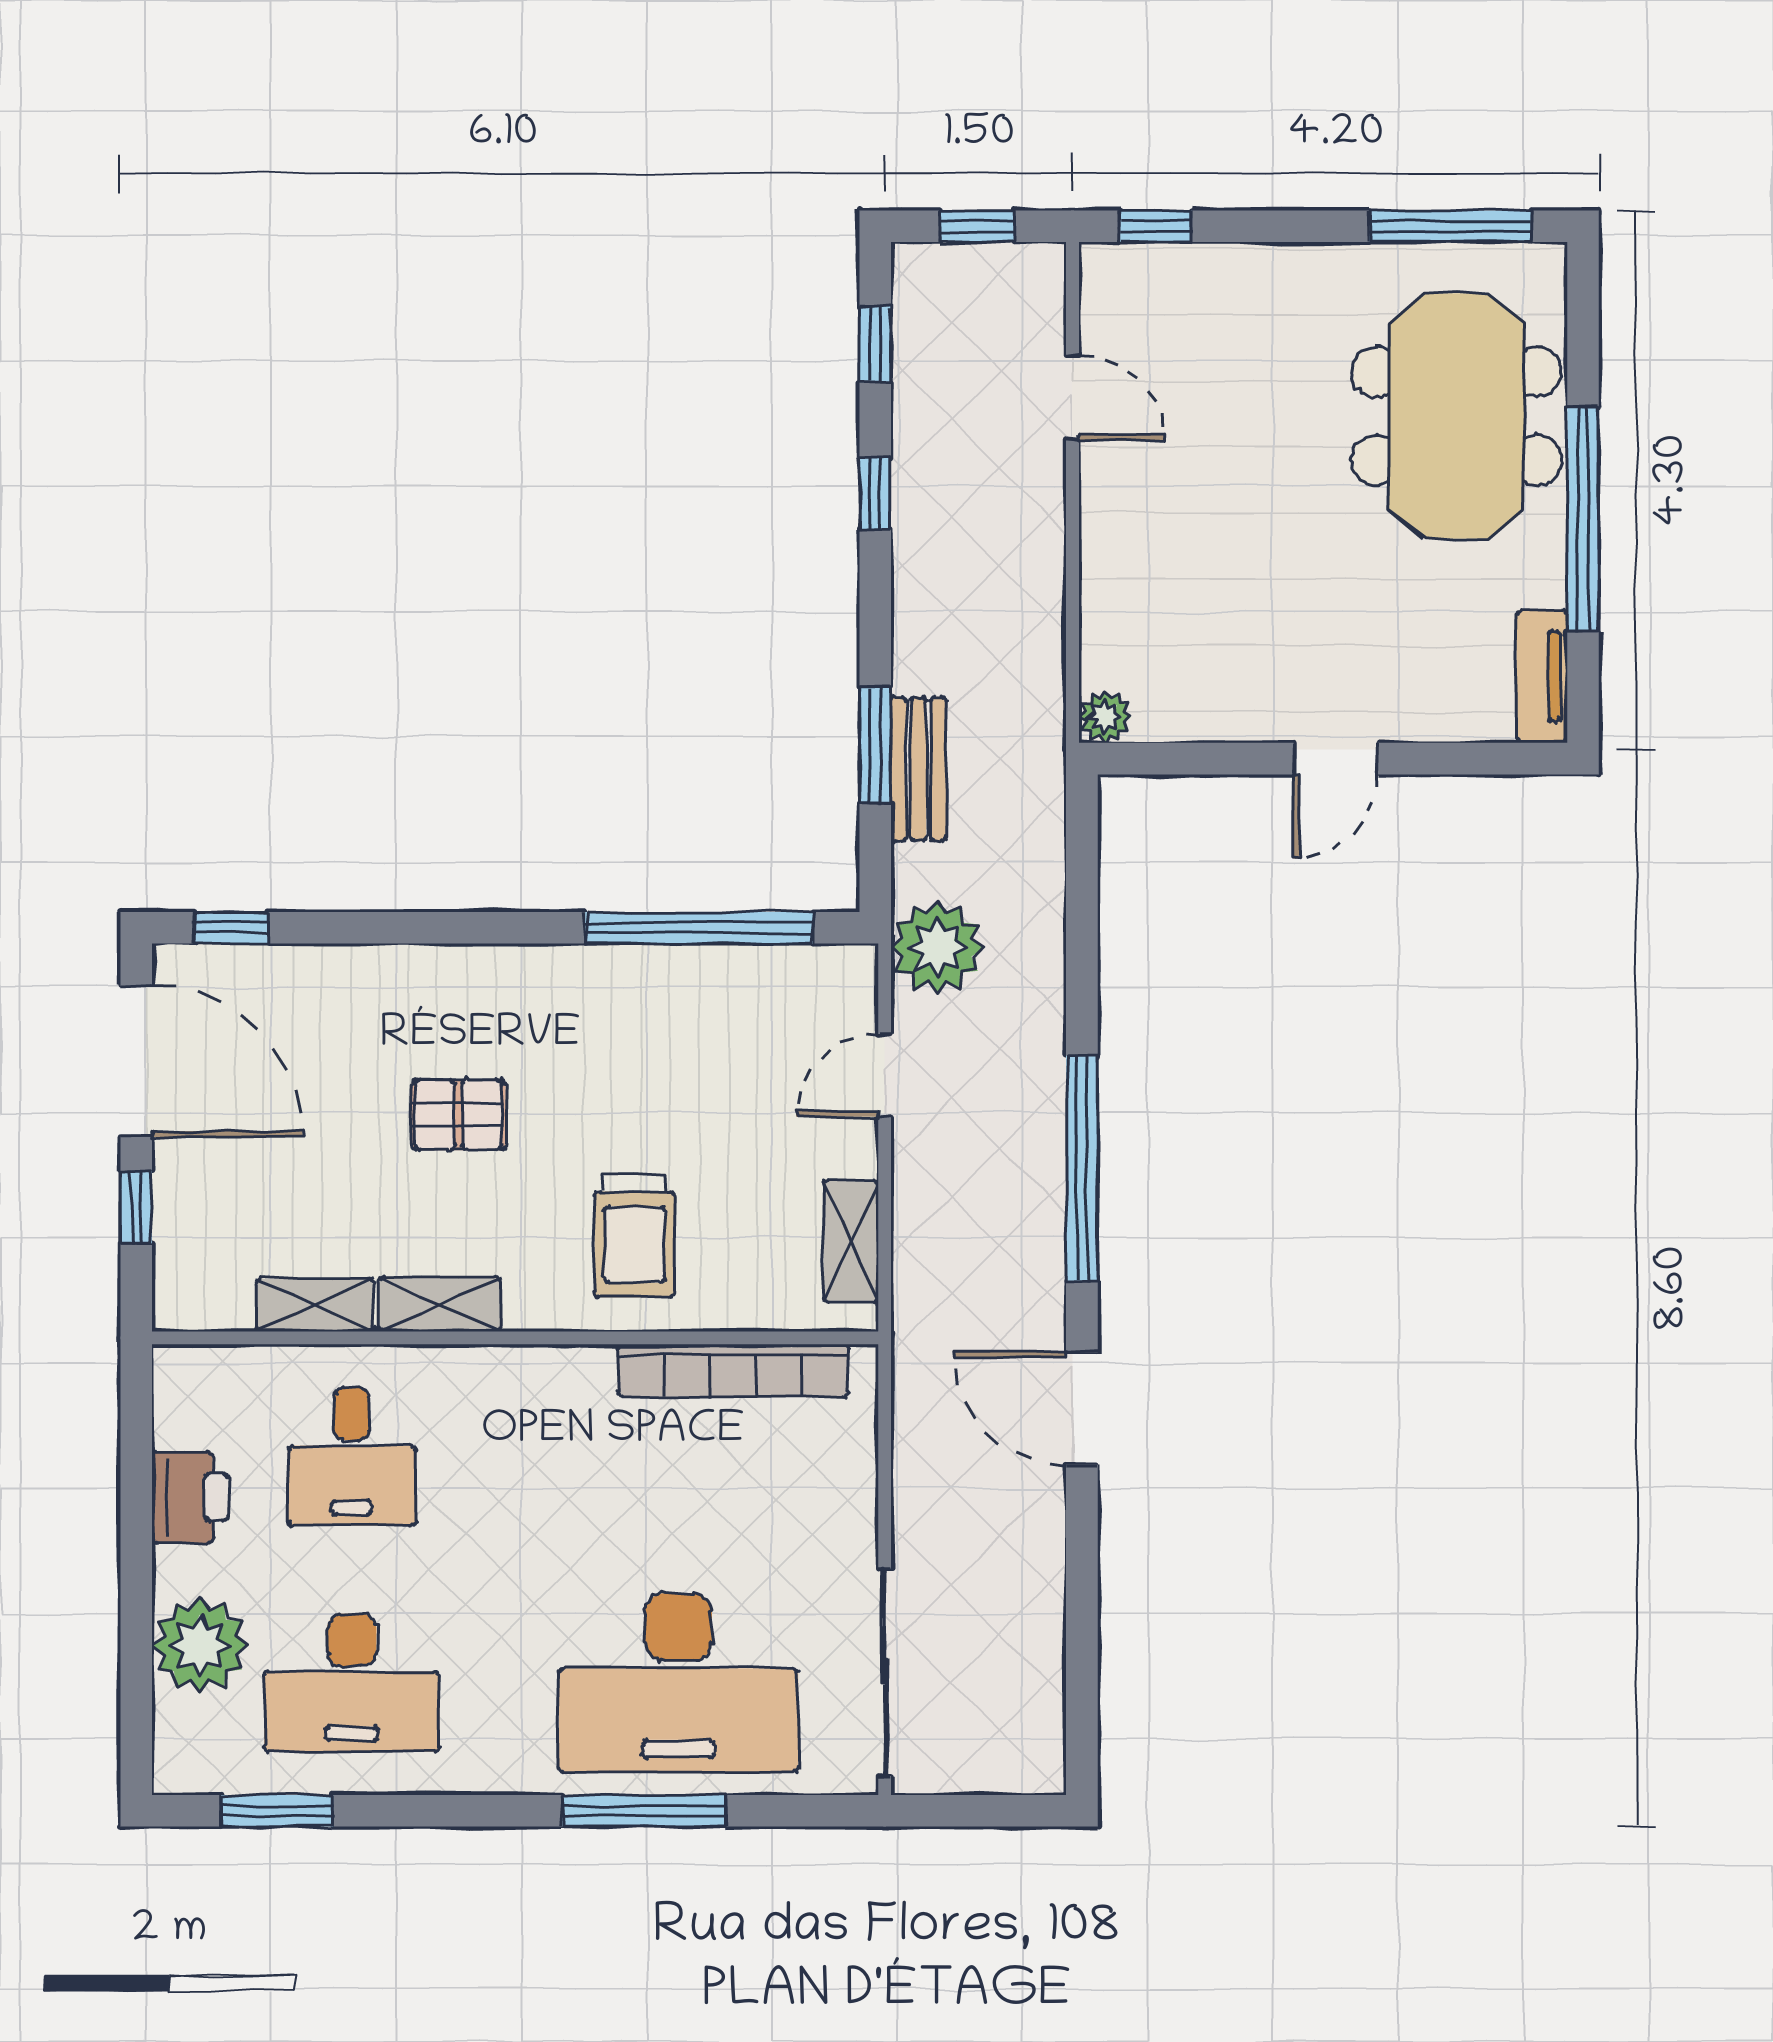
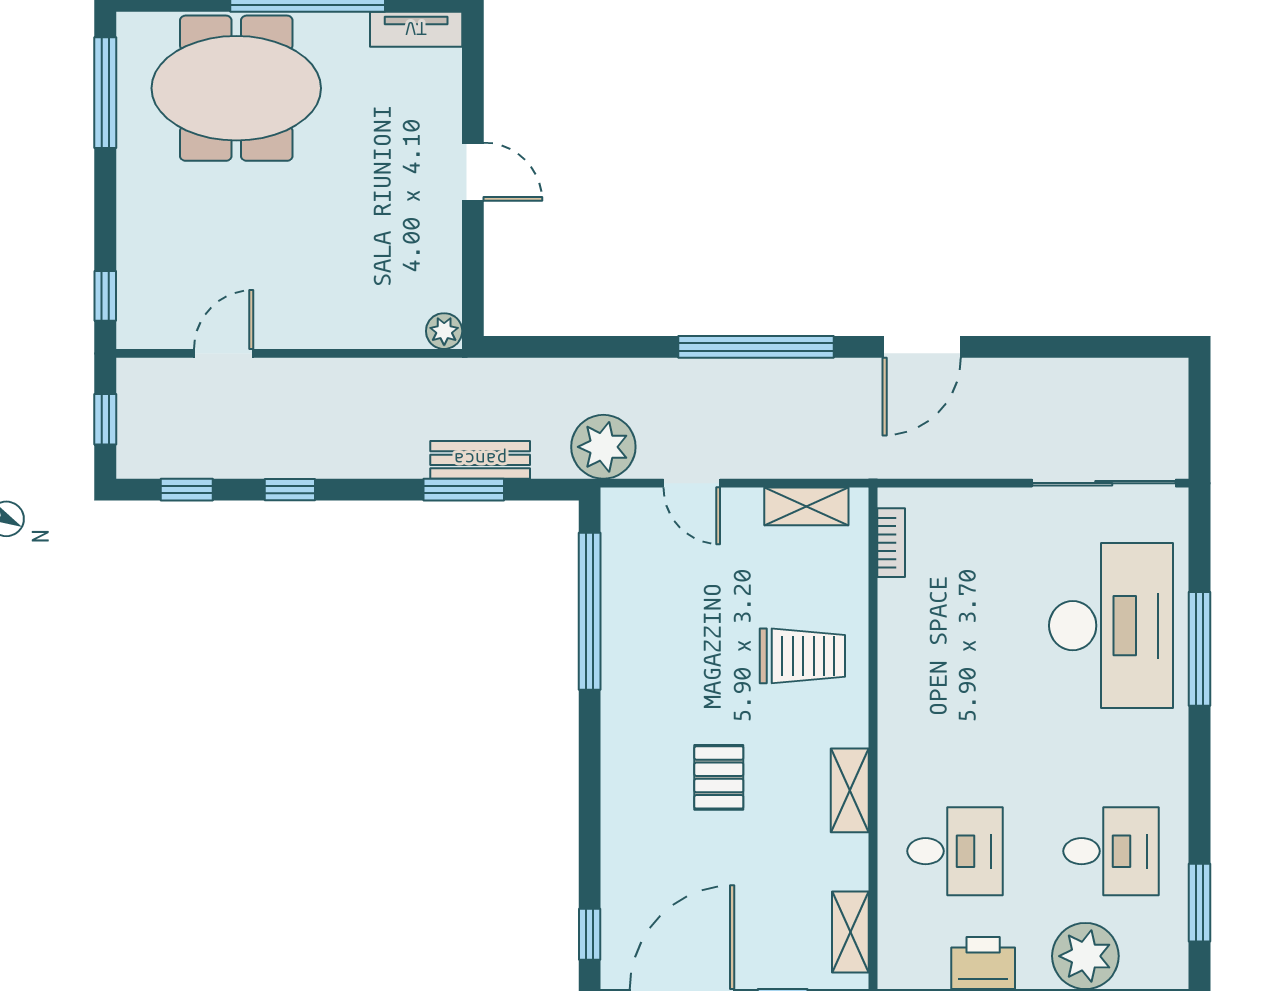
shelving: (315, 1305) -> (850, 932), moved
bookcase: (733, 1370) -> (891, 543), width x0.43, depth x0.76
desk: (352, 1683) -> (1111, 851), width x0.73

